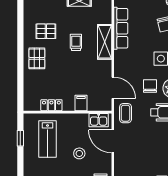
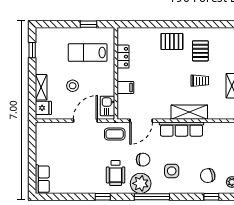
row of seats: (121, 28) -> (181, 129), moved
trolley: (76, 42) -> (200, 81), moved

